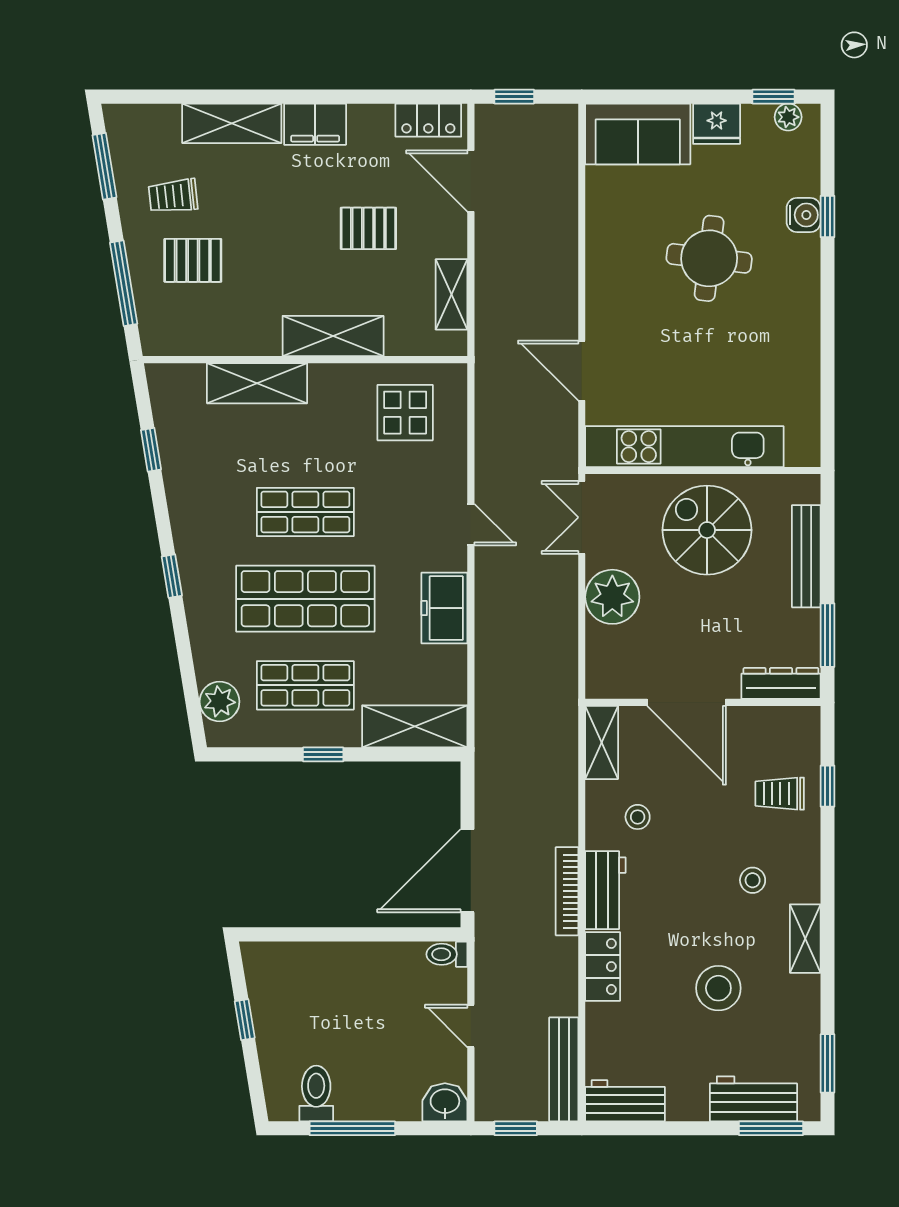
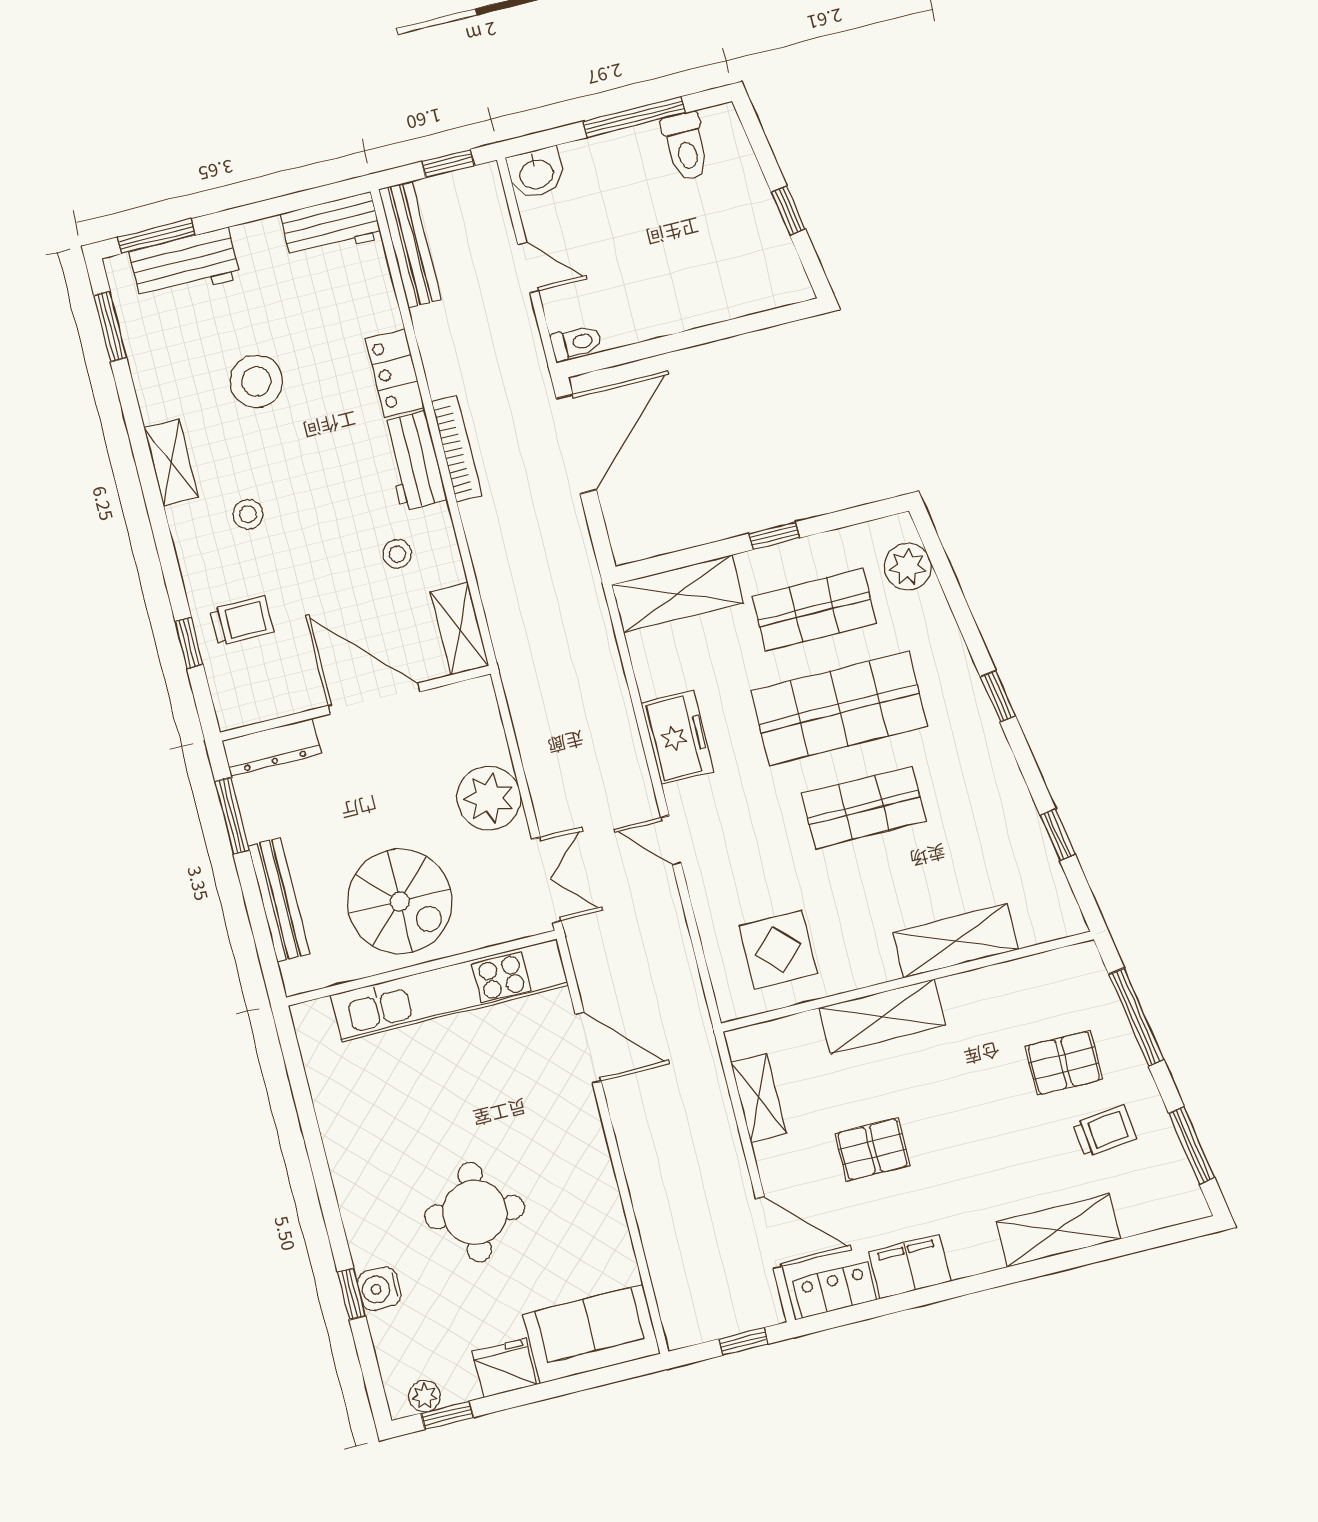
filing cabinet: (315, 124) -> (910, 1267), moved

